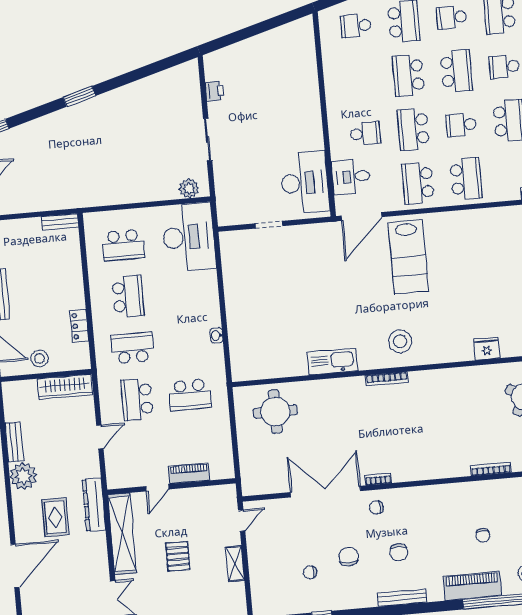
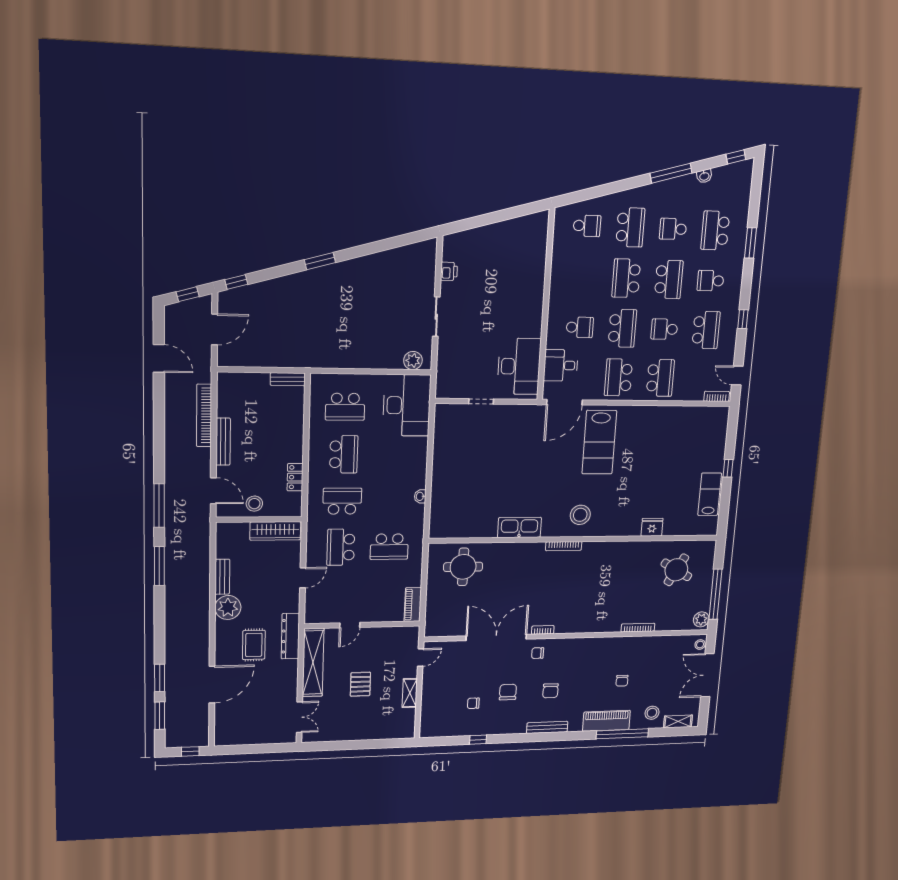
school desk: (356, 26) -> (587, 226), turned 180
school desk: (413, 129) -> (622, 328), turned 180
piano: (189, 473) -> (413, 605), moved, turned -90

